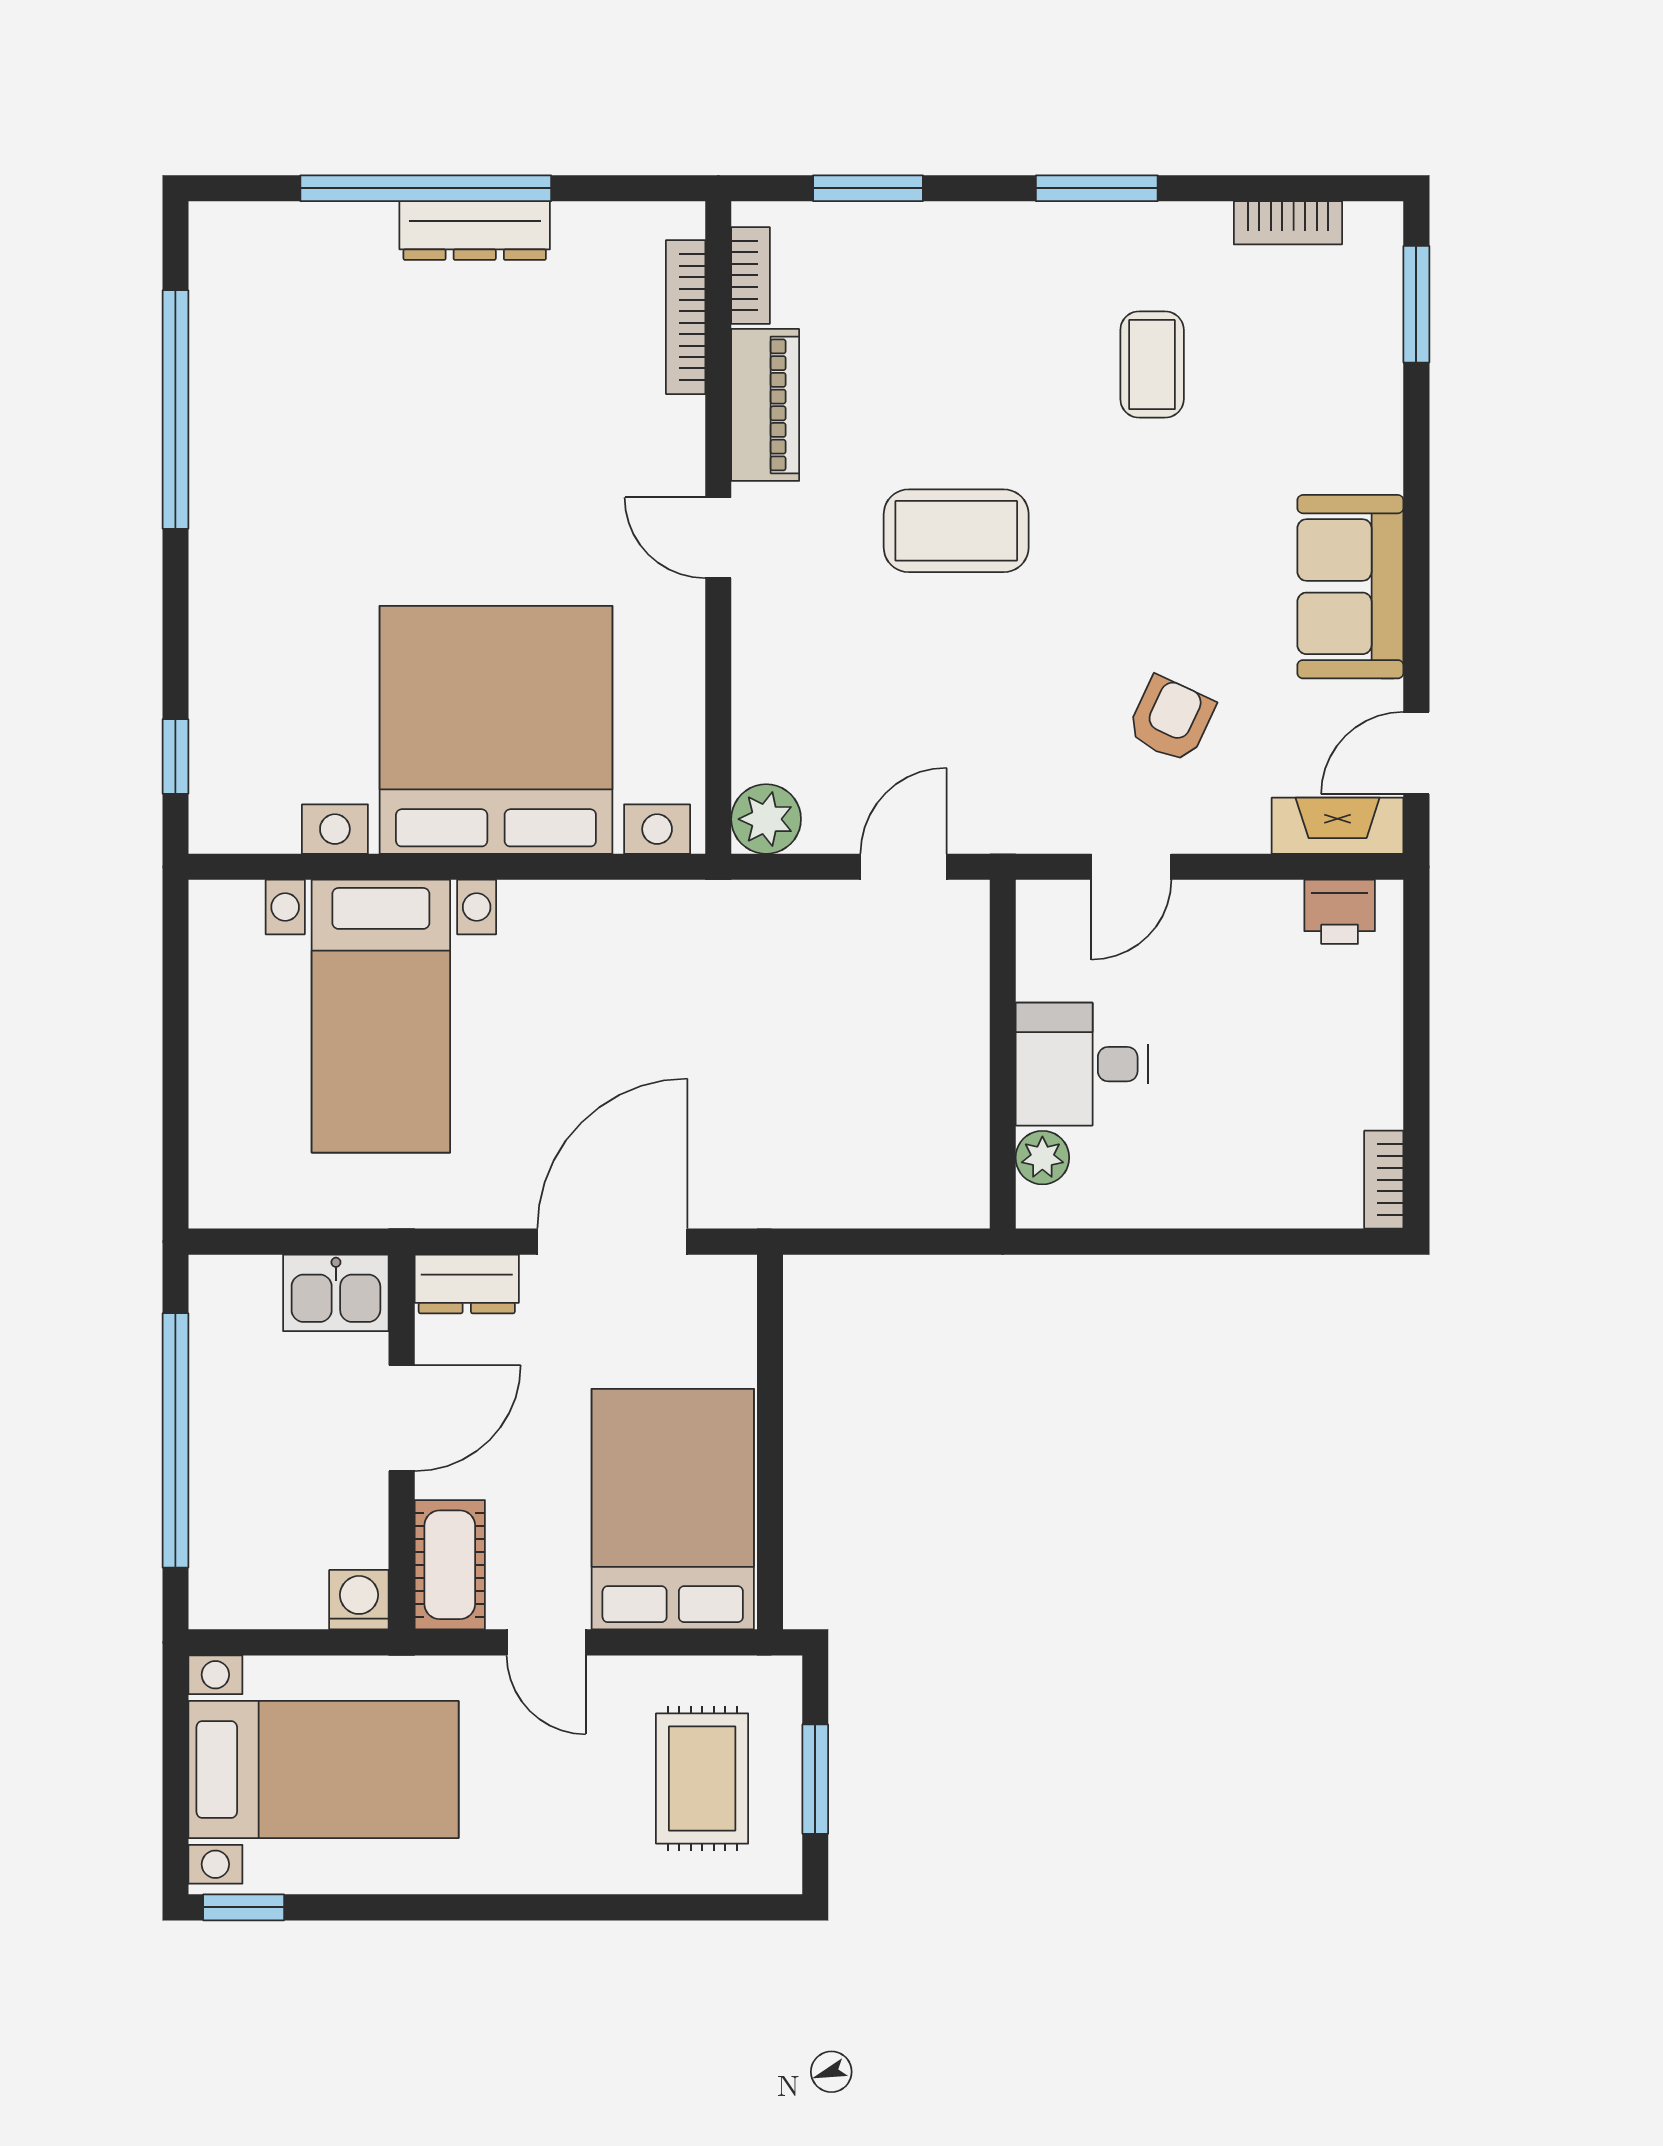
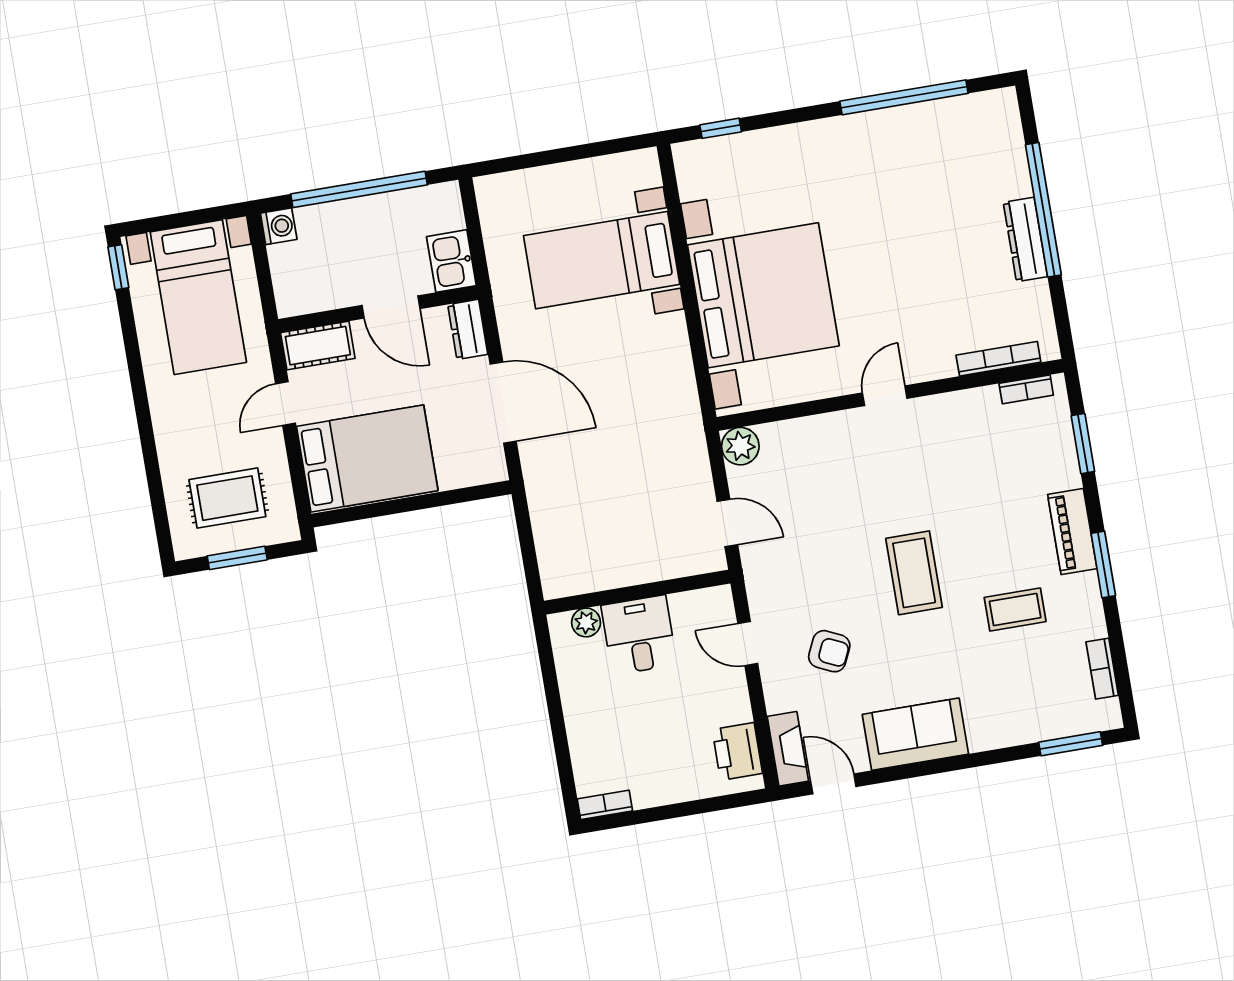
piano: (765, 405) -> (1072, 532), moved, turned 90
coffee table: (956, 531) -> (914, 573), moved
printer: (1340, 912) -> (737, 751), width x1.36, depth x1.24
washing machine: (359, 1600) -> (279, 226), moved

